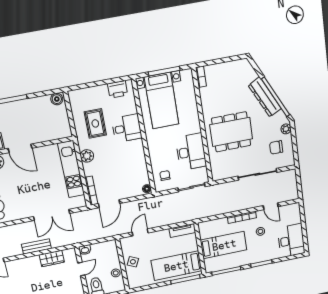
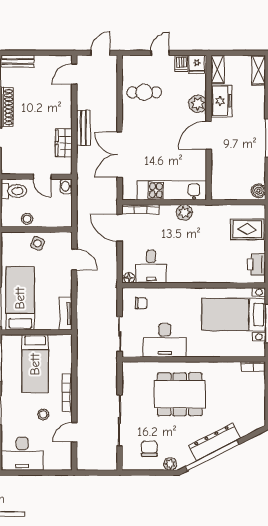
rug: (95, 123) -> (247, 229), moved
desk: (127, 128) -> (151, 267), moved
dining table: (231, 132) -> (180, 394), turned 90

